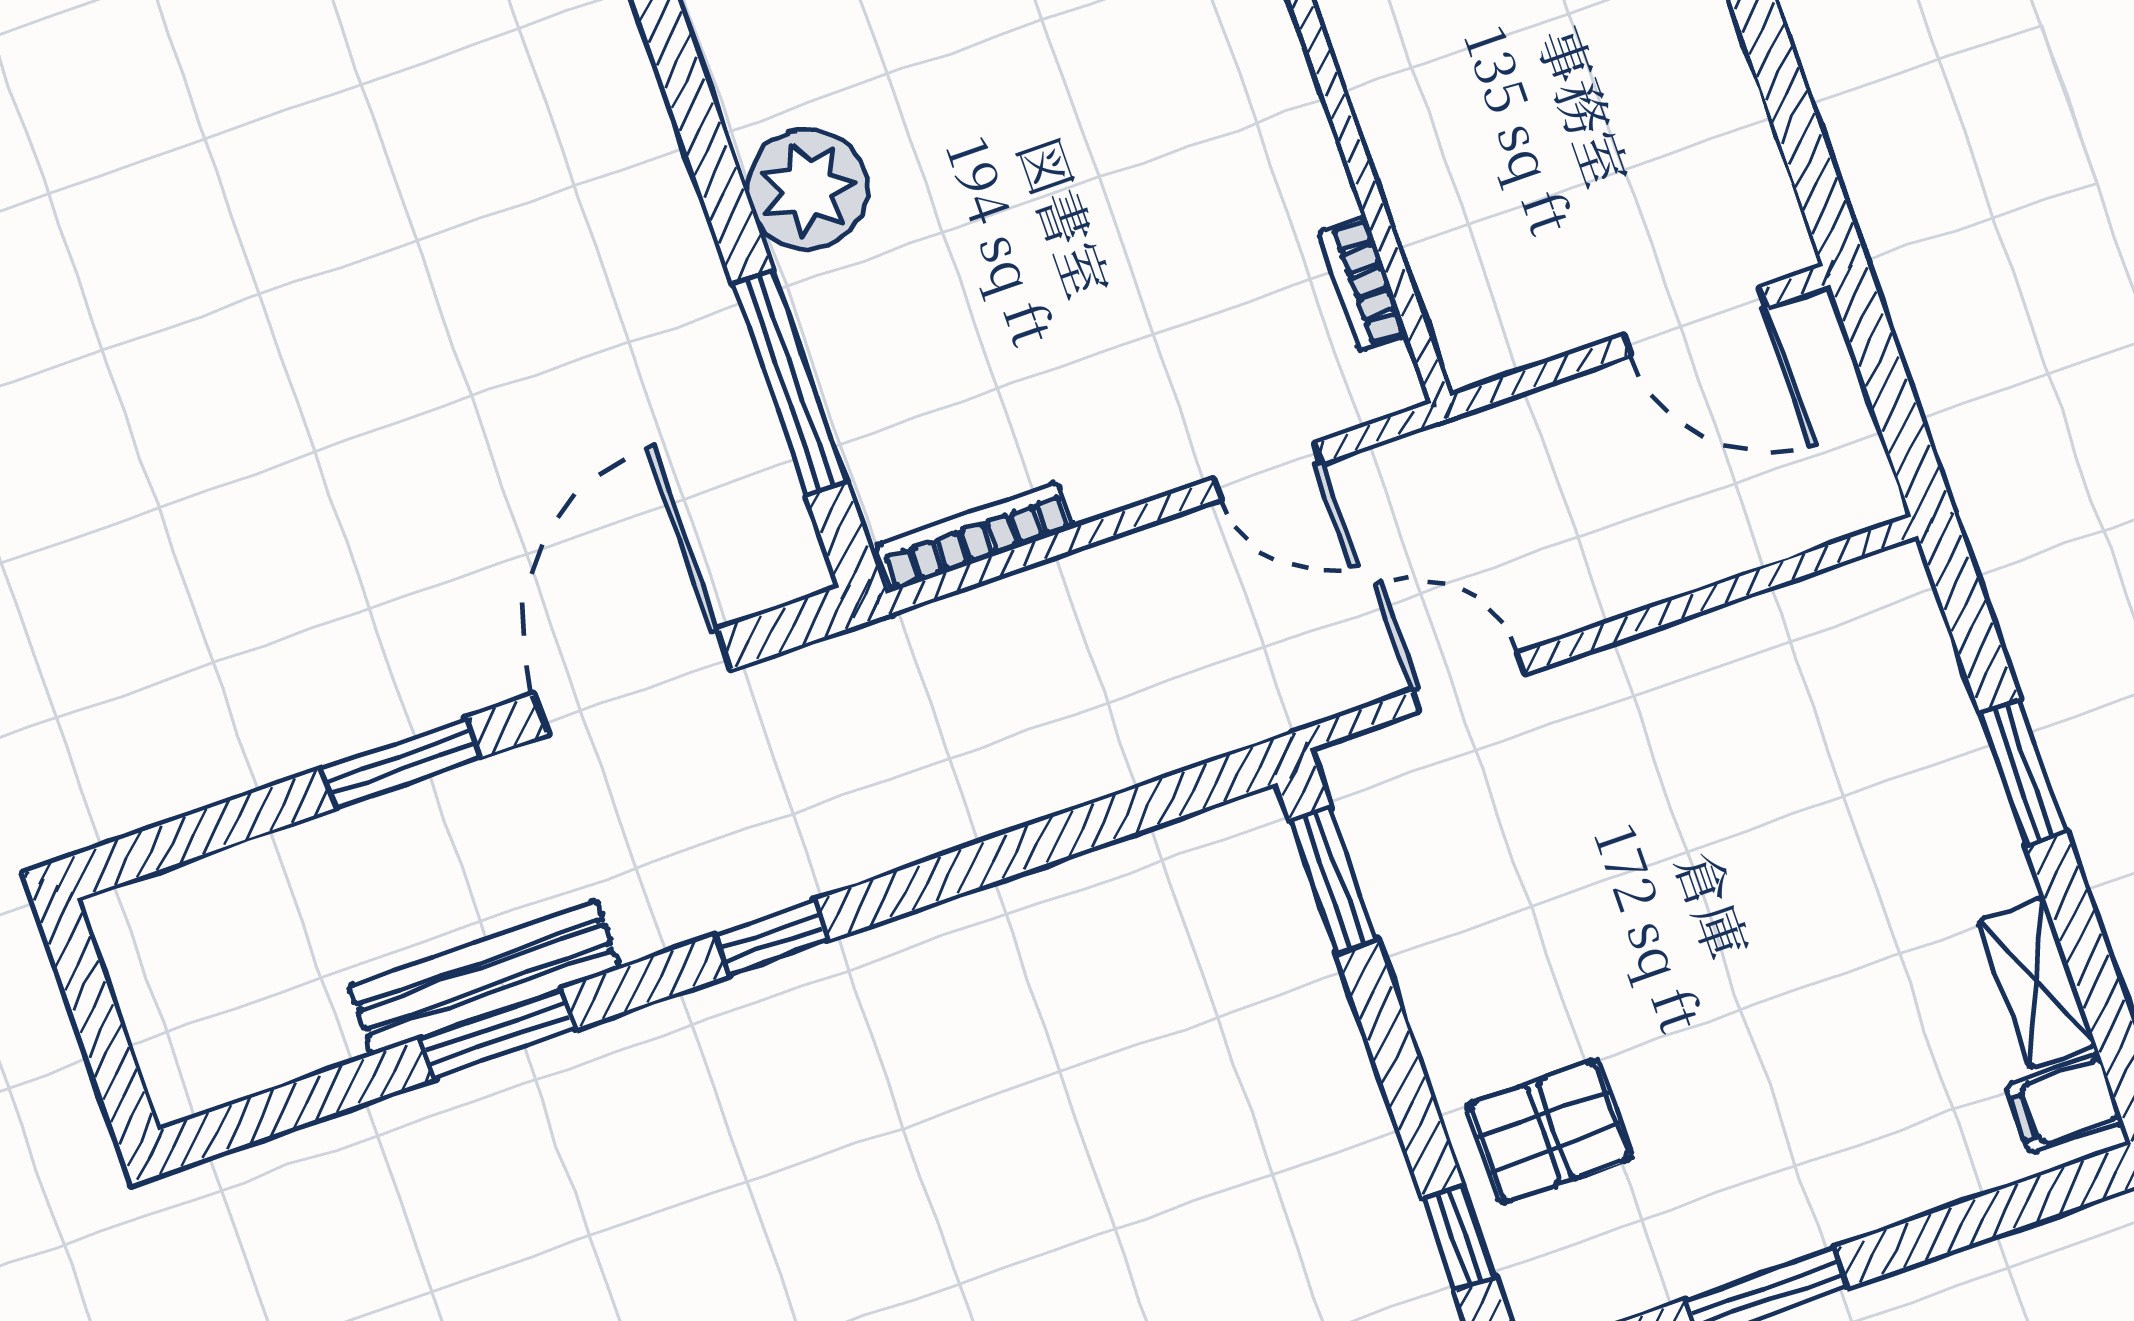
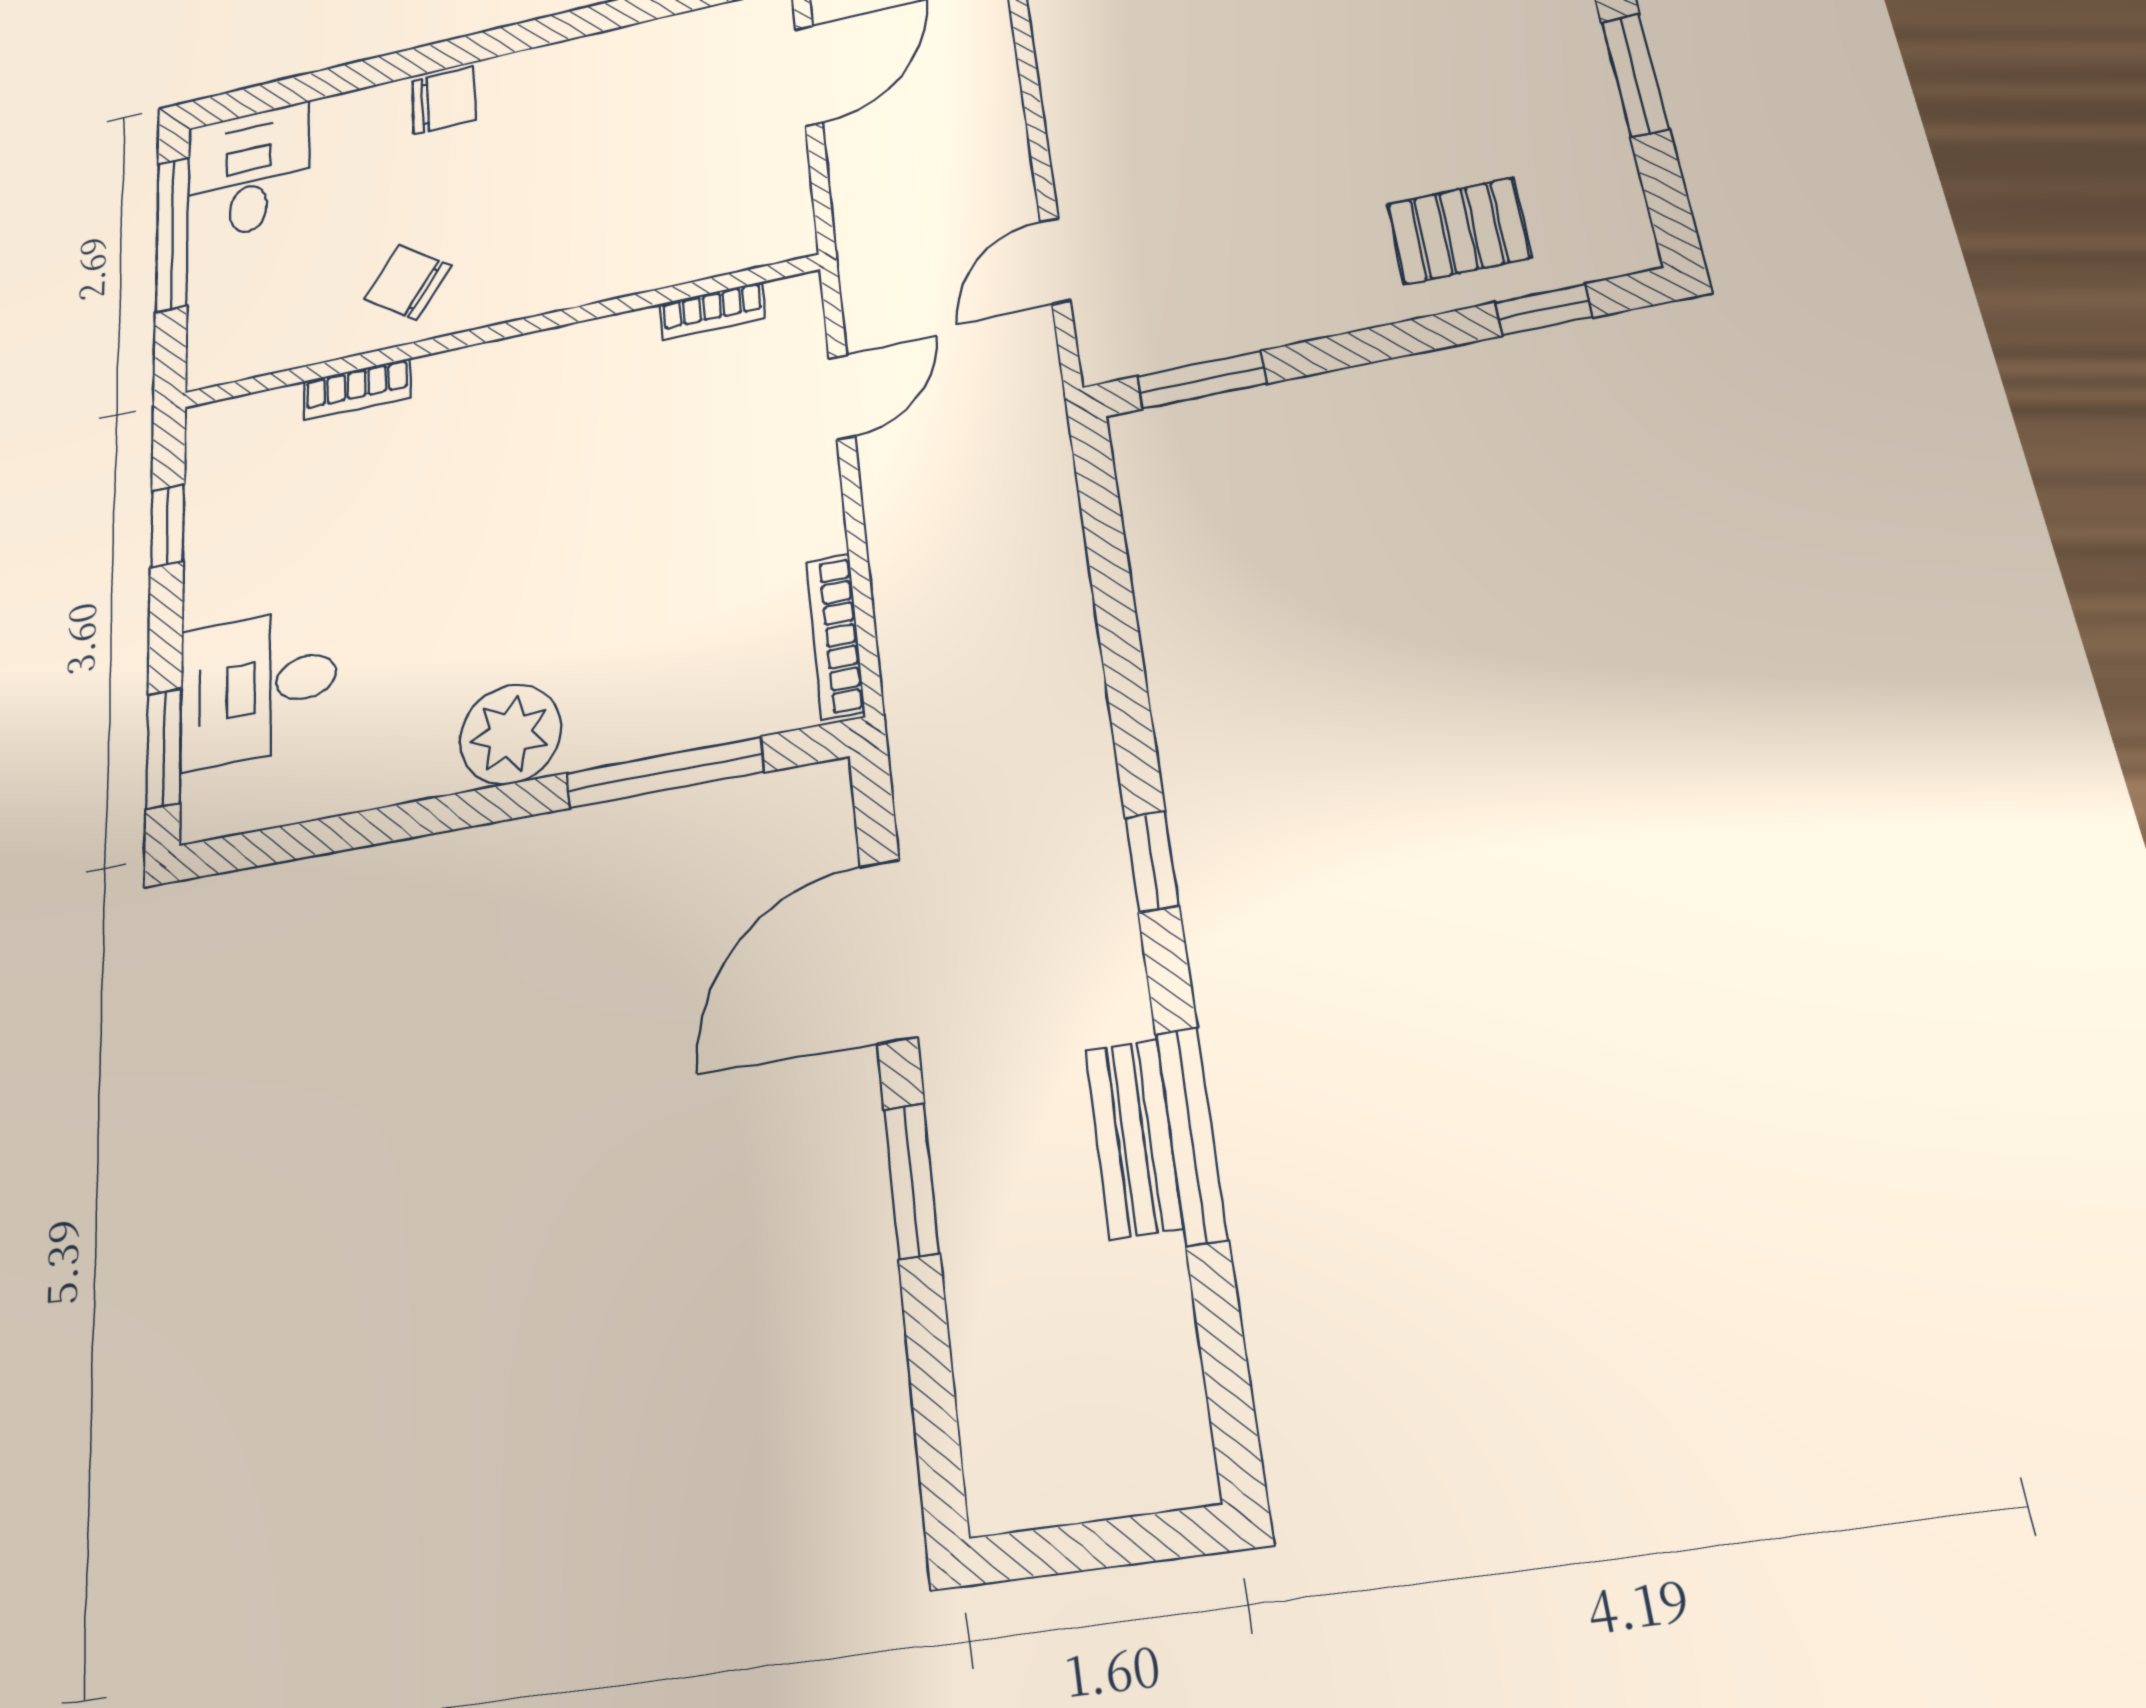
door: (633, 682) -> (888, 951), hinge flipped
bench: (484, 977) -> (1134, 1138), width x0.73
window: (498, 1034) -> (1192, 1135), width x1.44
pallet: (1549, 1132) -> (1459, 231), turned 90

